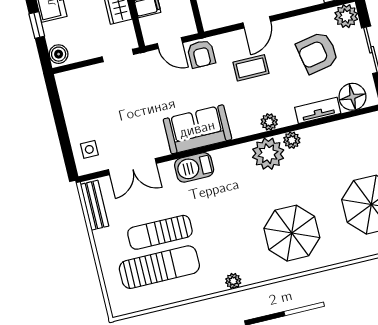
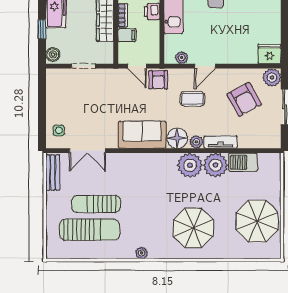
plant: (224, 18) -> (182, 58), added
armchair: (317, 53) -> (244, 99), turned -108
doorway: (118, 56) -> (83, 66), moved
floor lamp: (352, 97) -> (177, 138), moved
tv unit: (318, 110) -> (221, 142), moved
plant: (292, 140) -> (215, 165), width x1.88, depth x1.88
barbecue: (194, 167) -> (243, 162), moved

